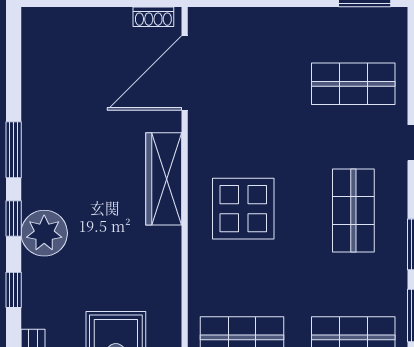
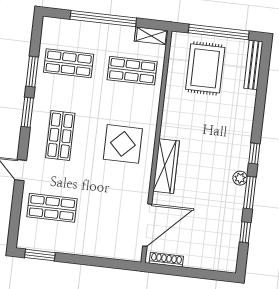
shoe rack: (153, 17) -> (166, 260), width x1.43
plant: (44, 233) -> (240, 178), moved, width x0.53, depth x0.53
window: (14, 290) -> (245, 232), moved

